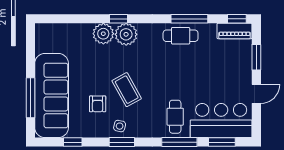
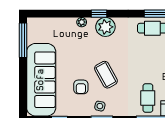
plant: (103, 34) -> (82, 22), width x0.53, depth x0.53
window: (30, 98) -> (23, 40), moved

